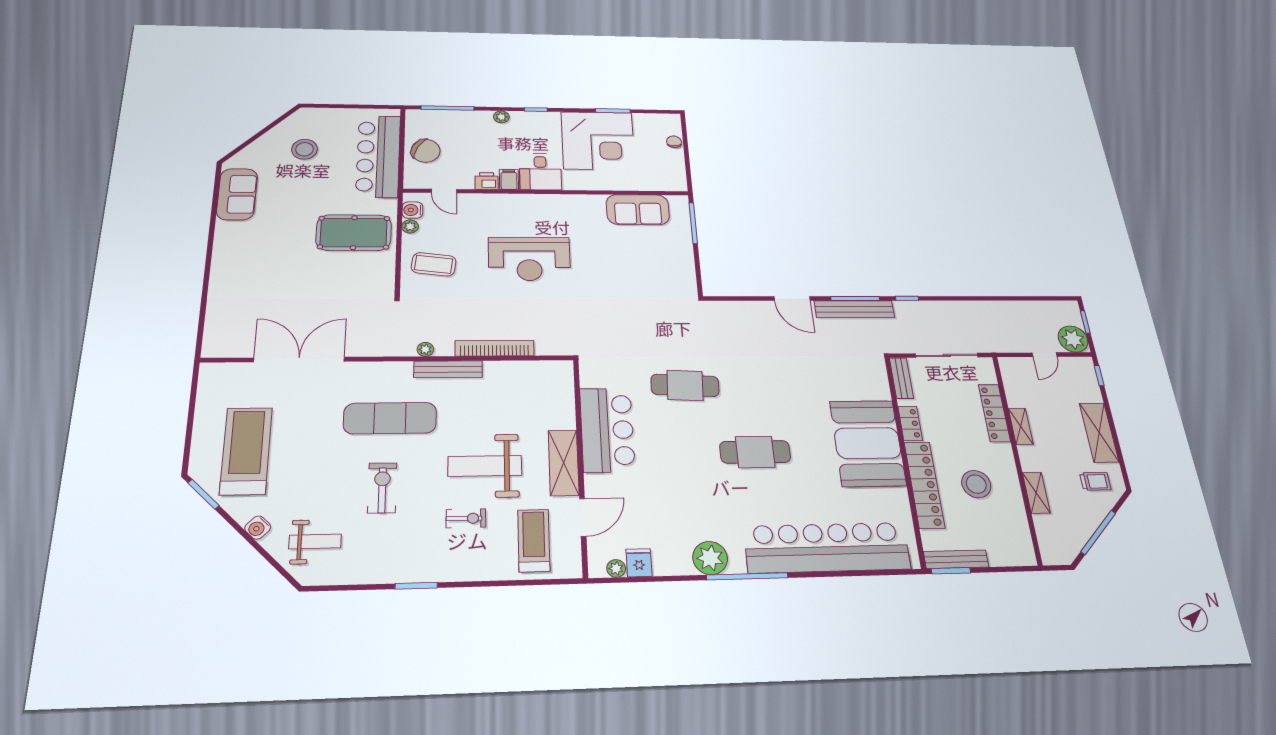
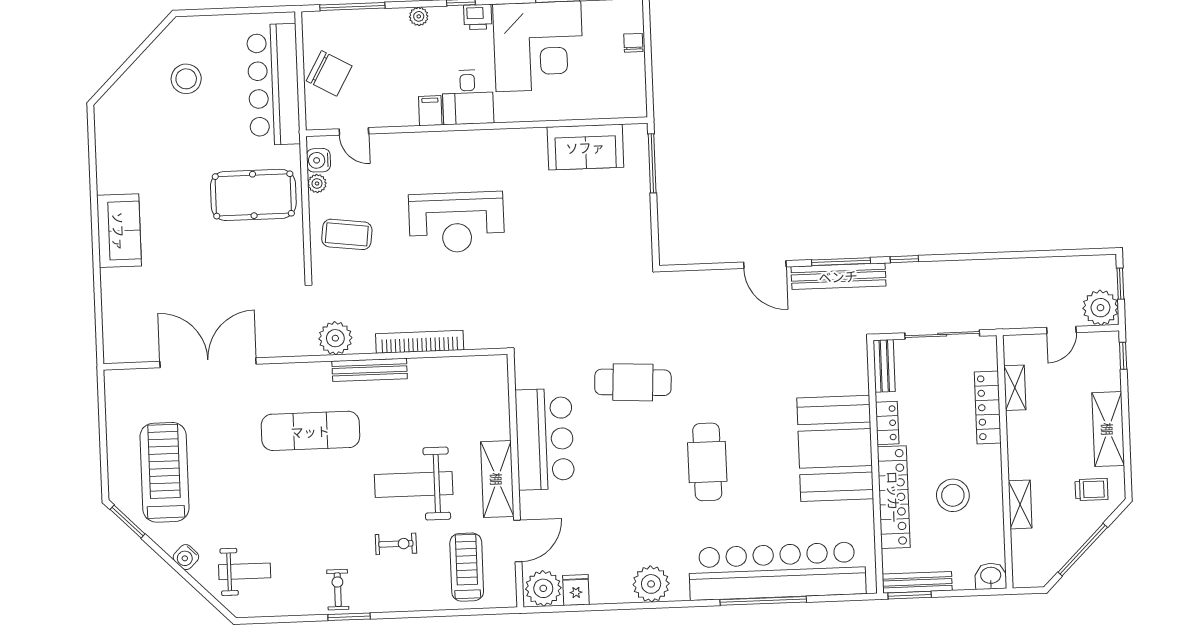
printer: (487, 181) -> (478, 17), moved, turned 180
sofa: (237, 194) -> (119, 231), moved
plant: (425, 349) -> (335, 338), width x1.87, depth x1.87
shelving: (1021, 426) -> (1015, 388), moved
cafe table: (755, 452) -> (707, 462), turned 90
exercise bike: (382, 488) -> (338, 590), moved, width x0.73, depth x0.72
washbasin: (1021, 554) -> (991, 576), added
plant: (616, 568) -> (543, 588), width x1.87, depth x1.87
window: (747, 576) -> (763, 601), moved

